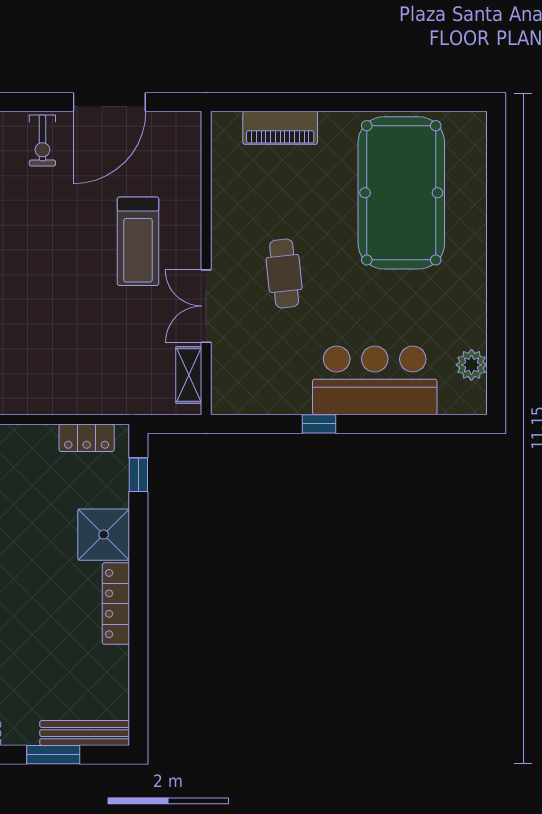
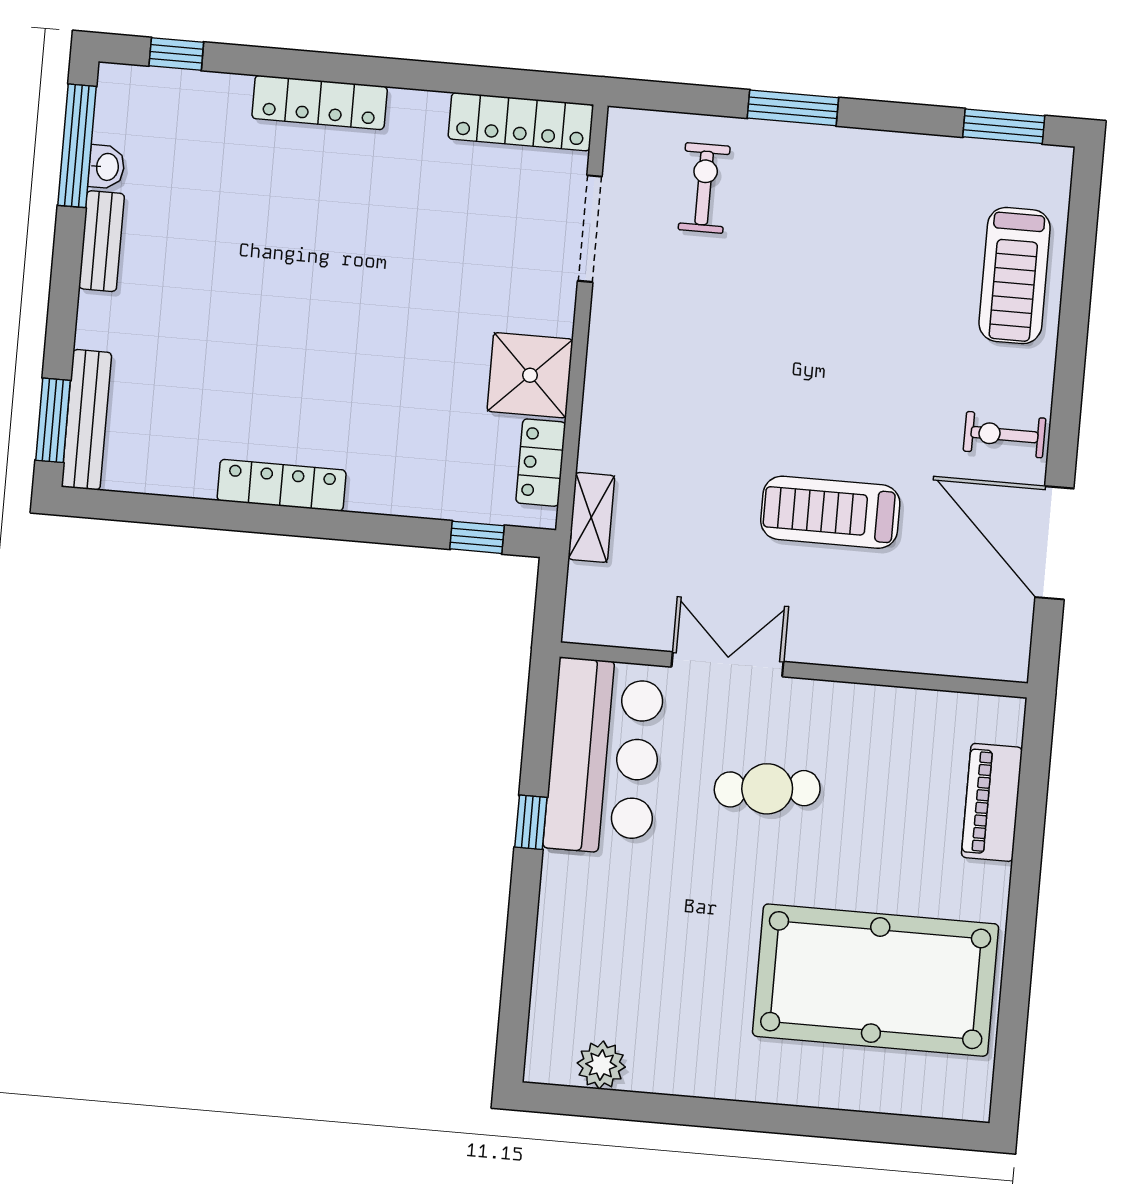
treadmill: (138, 241) -> (830, 512), moved
shelving: (189, 375) -> (591, 517), moved, turned 90
bar counter: (375, 380) -> (604, 757), moved
shower: (104, 535) -> (530, 375), moved
window: (53, 755) -> (53, 420), moved

